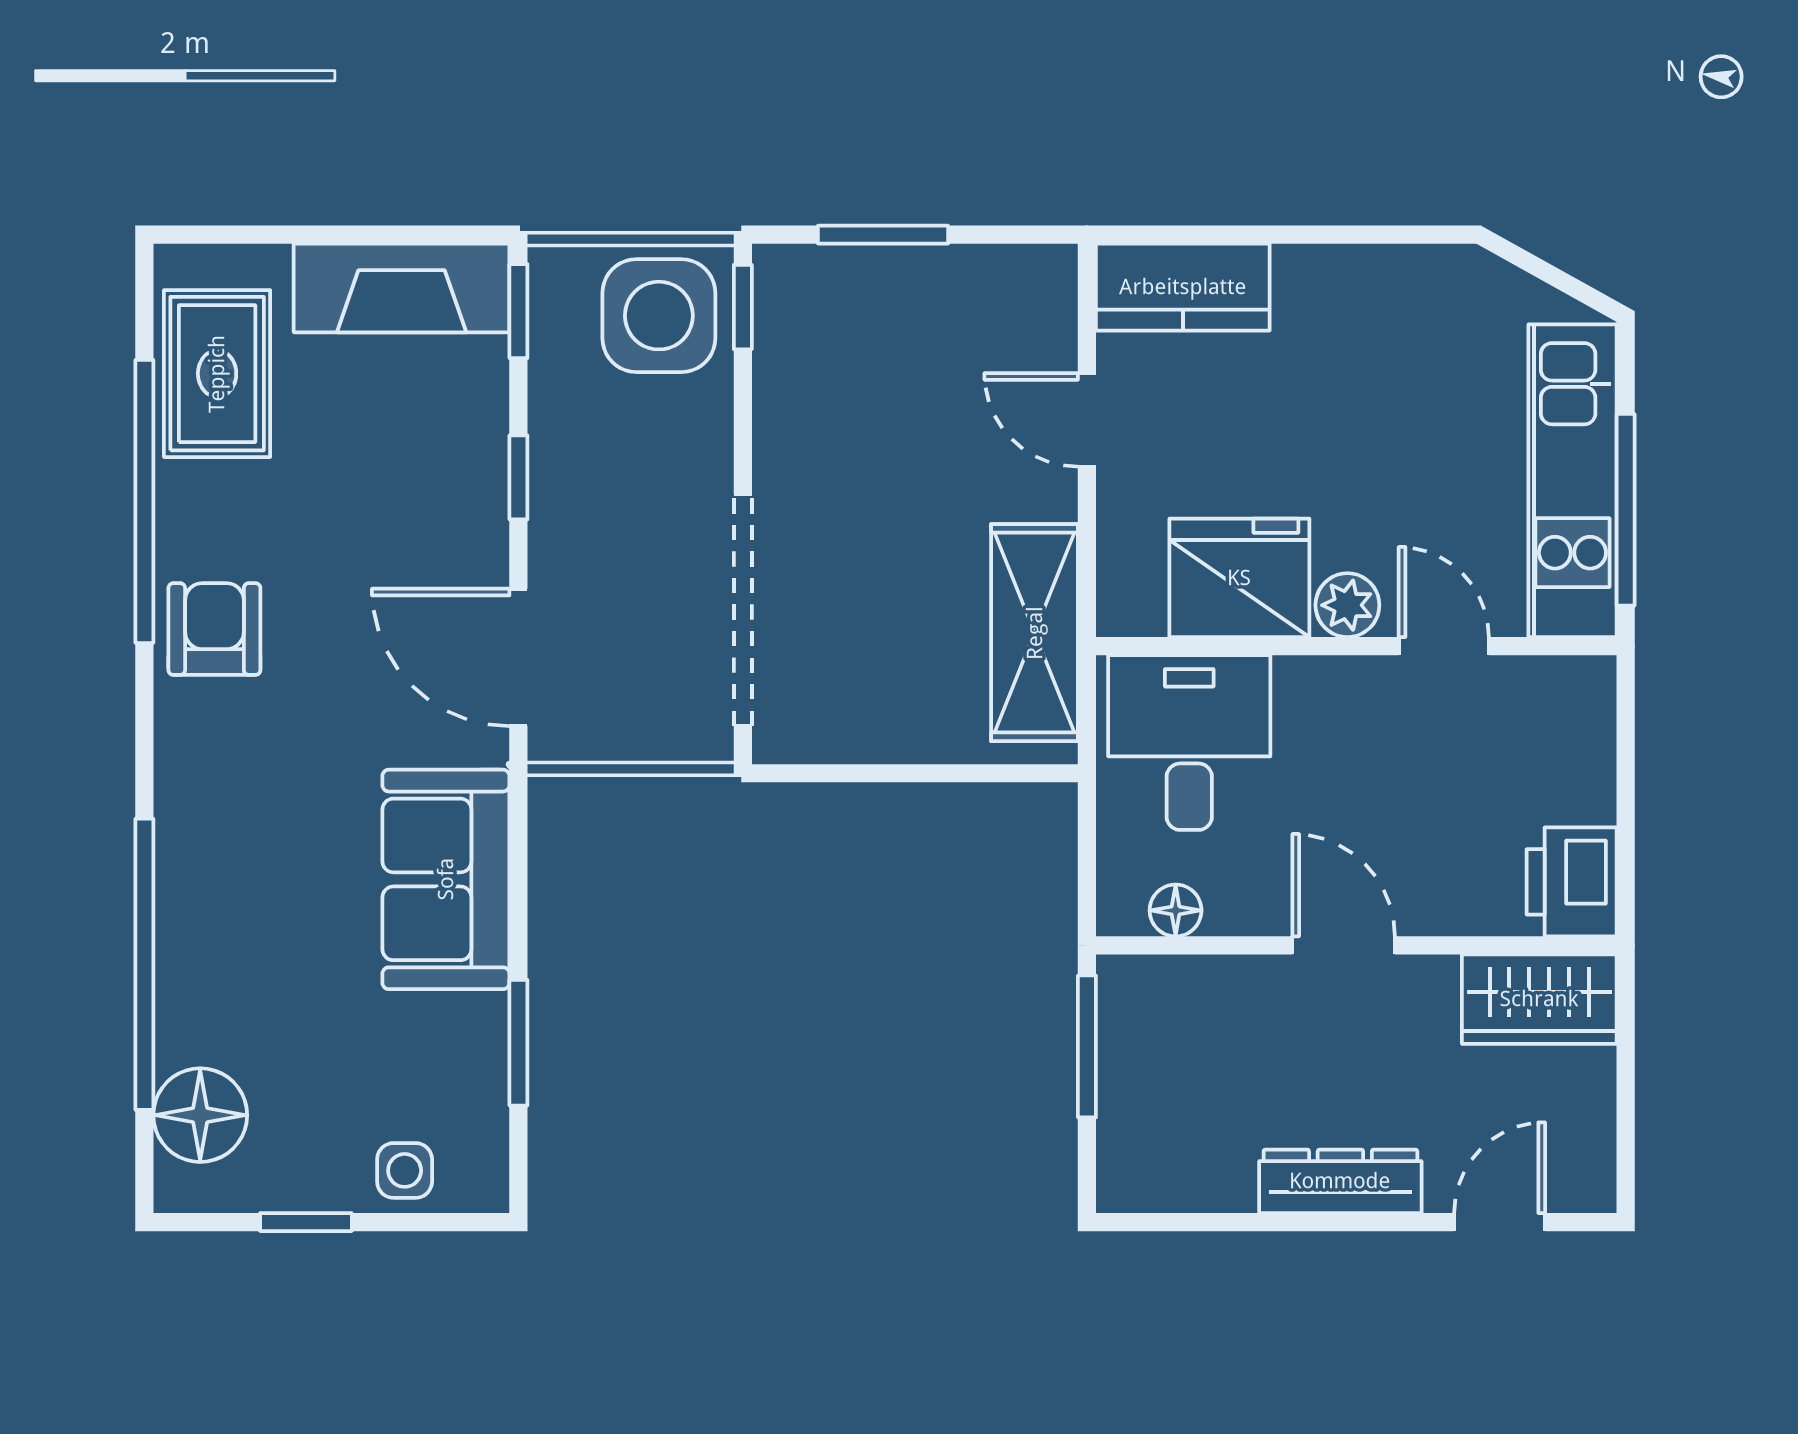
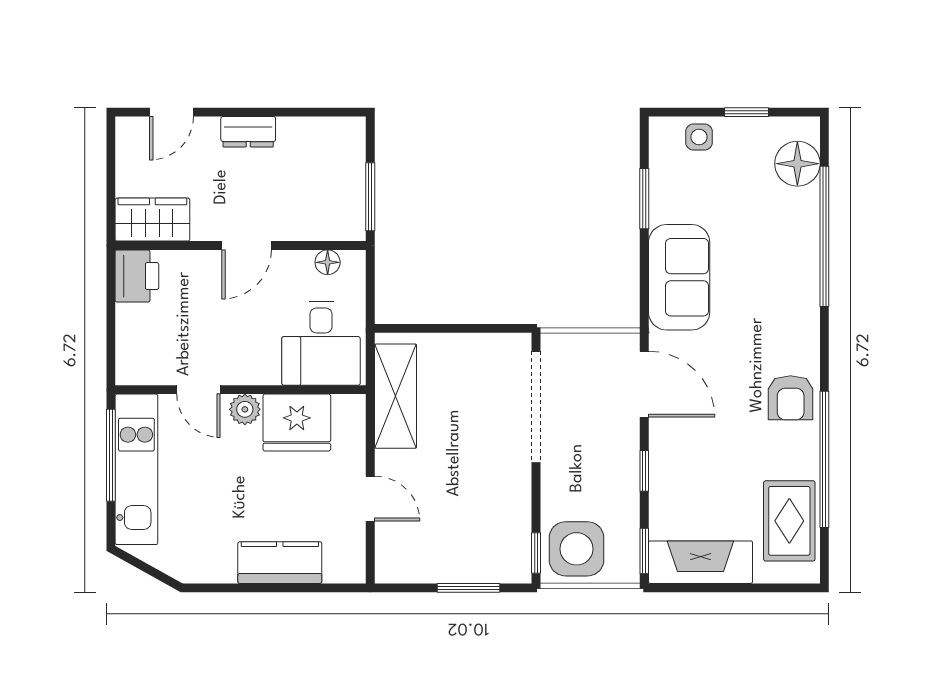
kitchen counter: (1183, 287) -> (280, 563), moved
door: (1344, 945) -> (247, 245), hinge flipped
dresser: (1340, 1181) -> (248, 132), width x0.70

